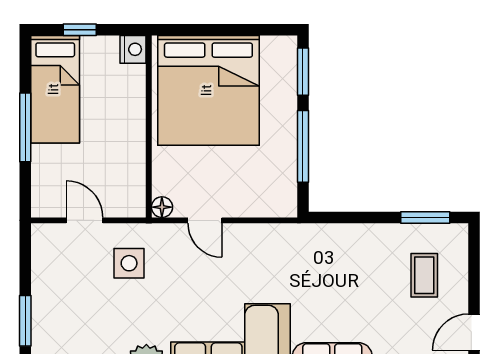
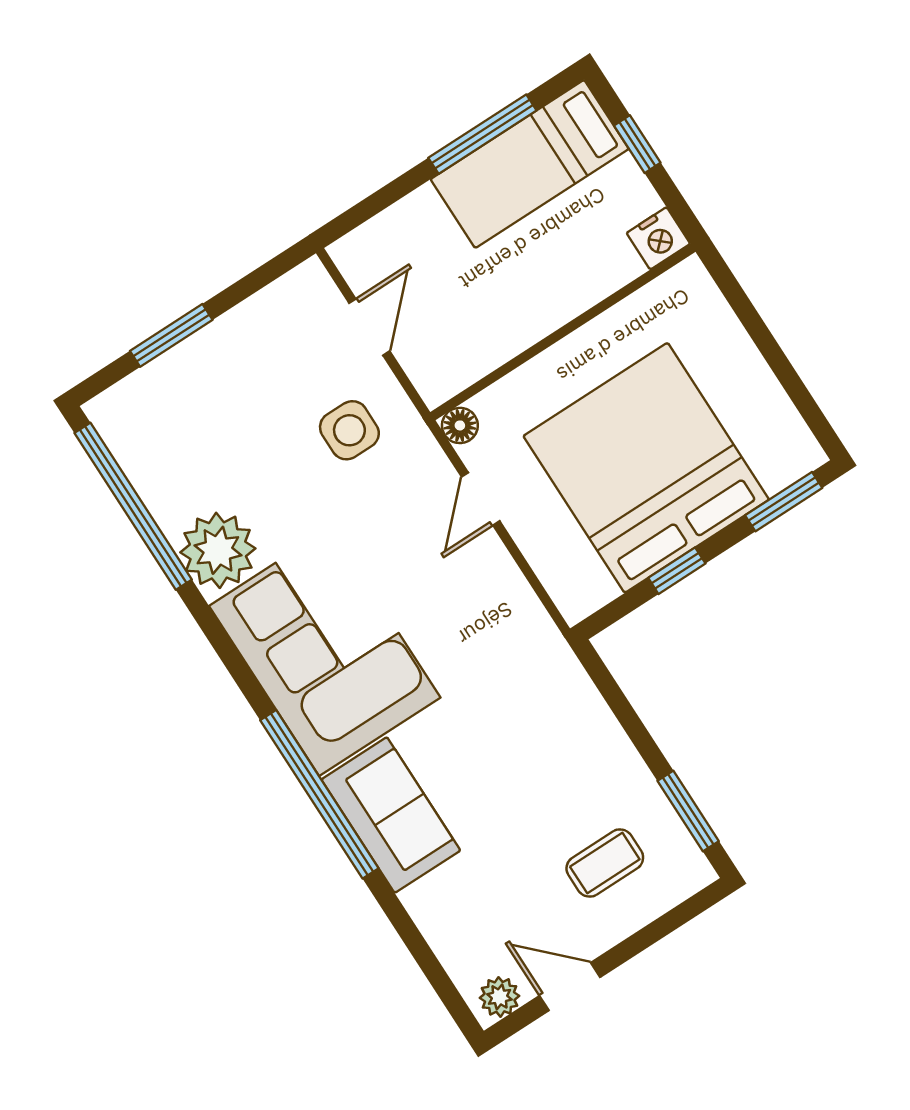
bed: (208, 90) -> (646, 468), moved, turned 90
window: (25, 127) -> (482, 134), moved
window: (303, 146) -> (677, 571), width x0.46

